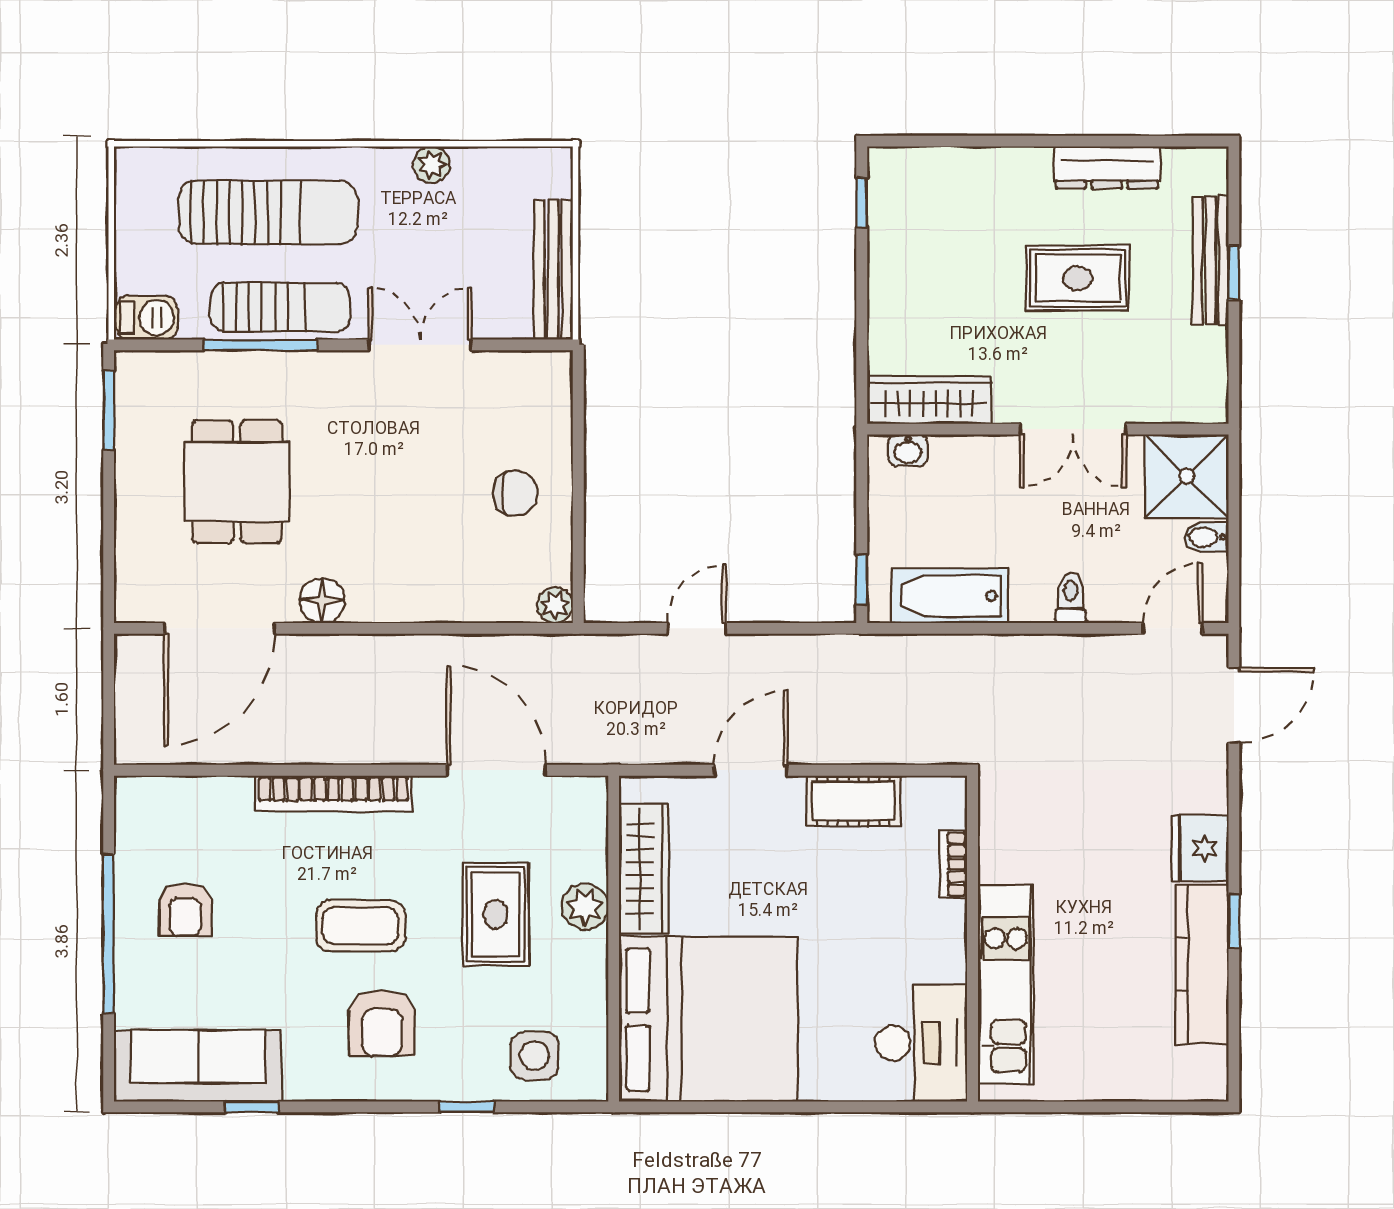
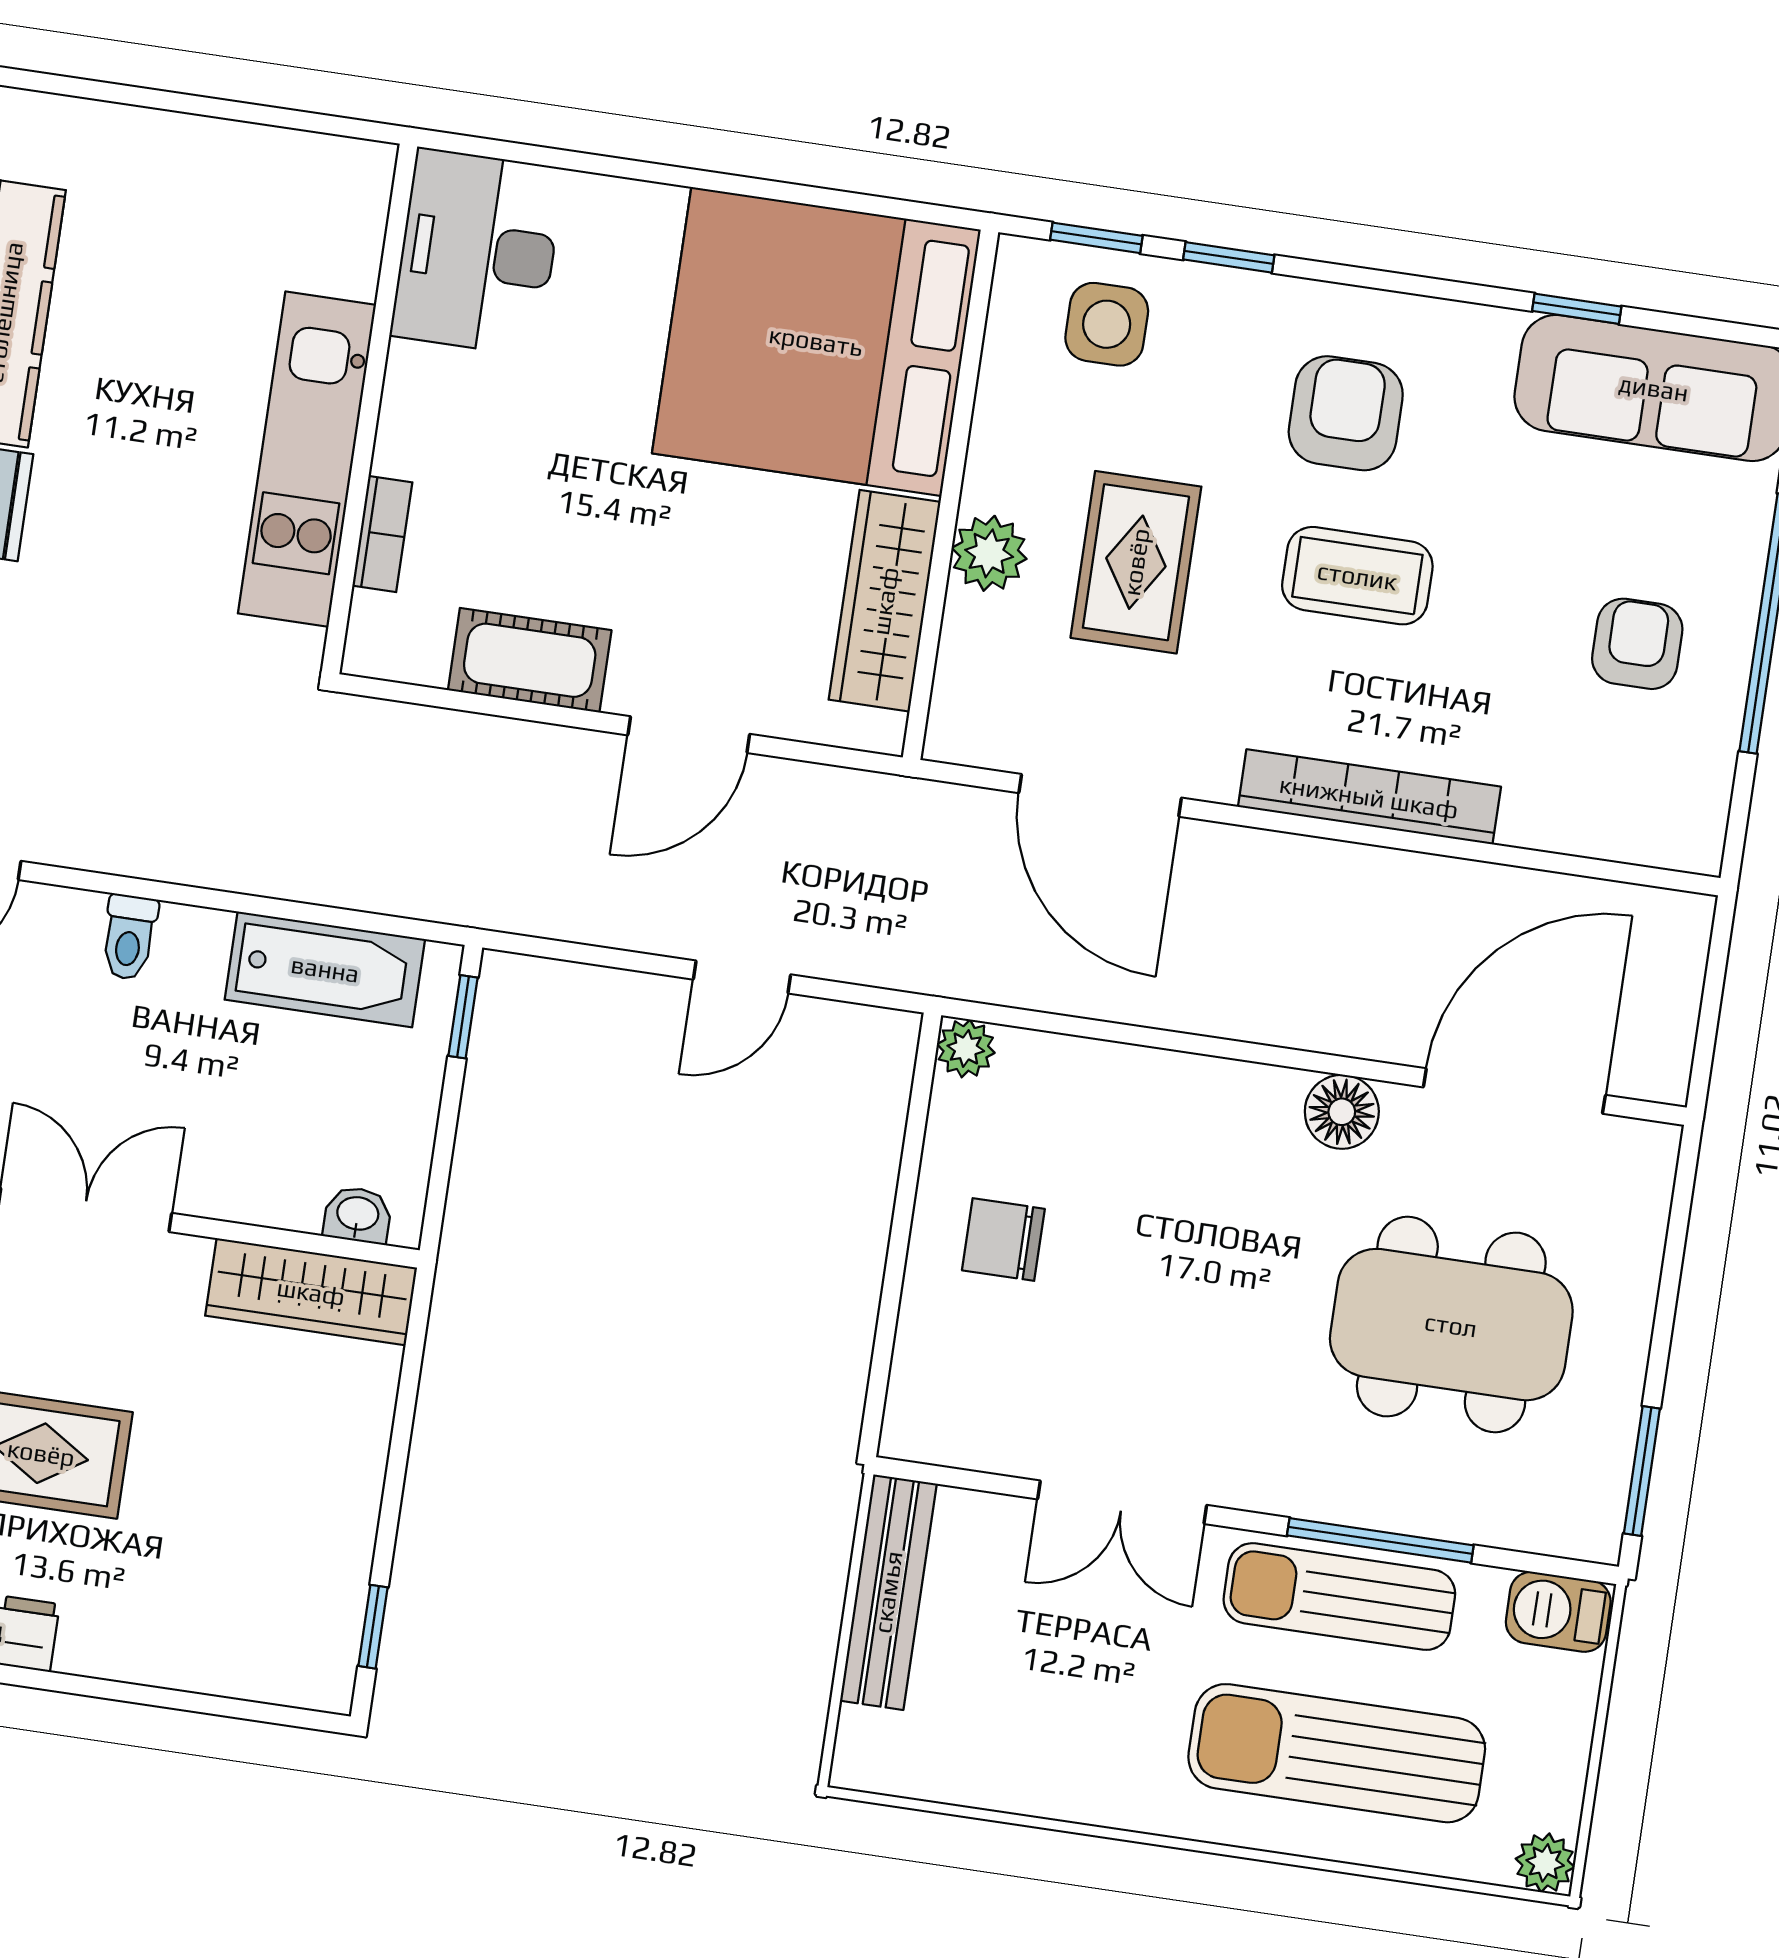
plant: (432, 165) -> (1545, 1863), moved
dining table: (237, 482) -> (1451, 1325), width x1.37
kitchen unit: (1006, 984) -> (307, 459), moved
window: (548, 1107) -> (1096, 238), added

